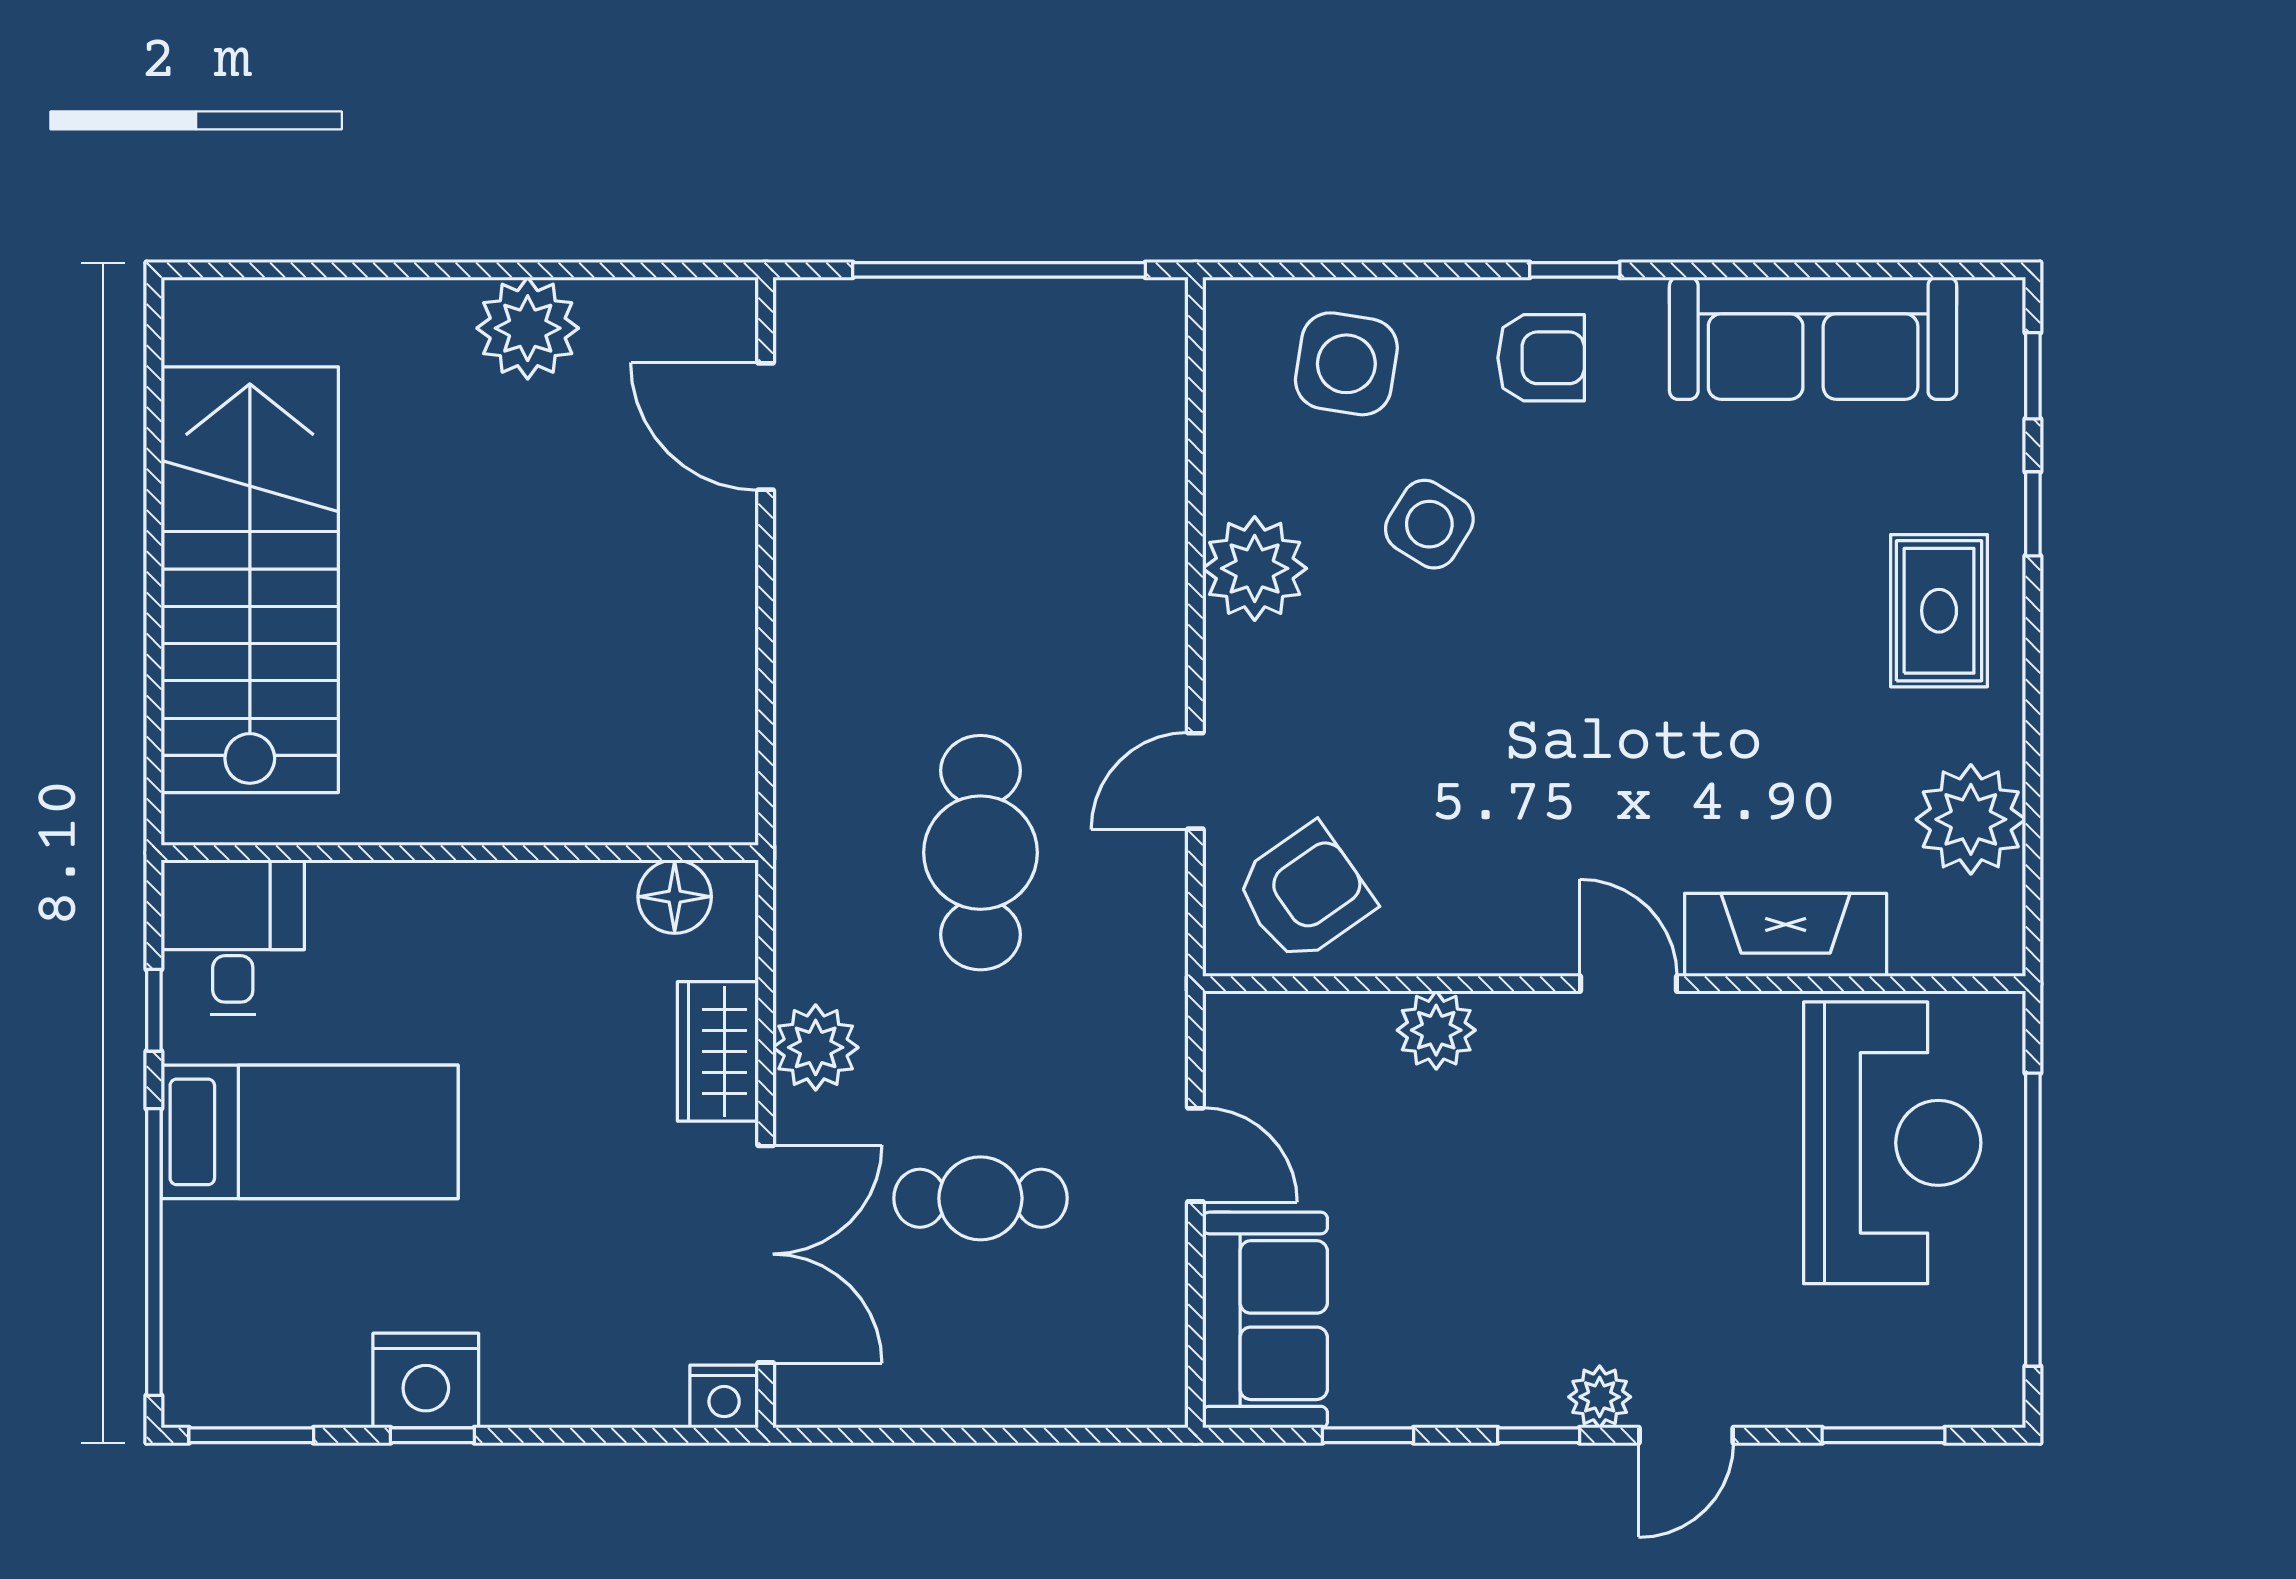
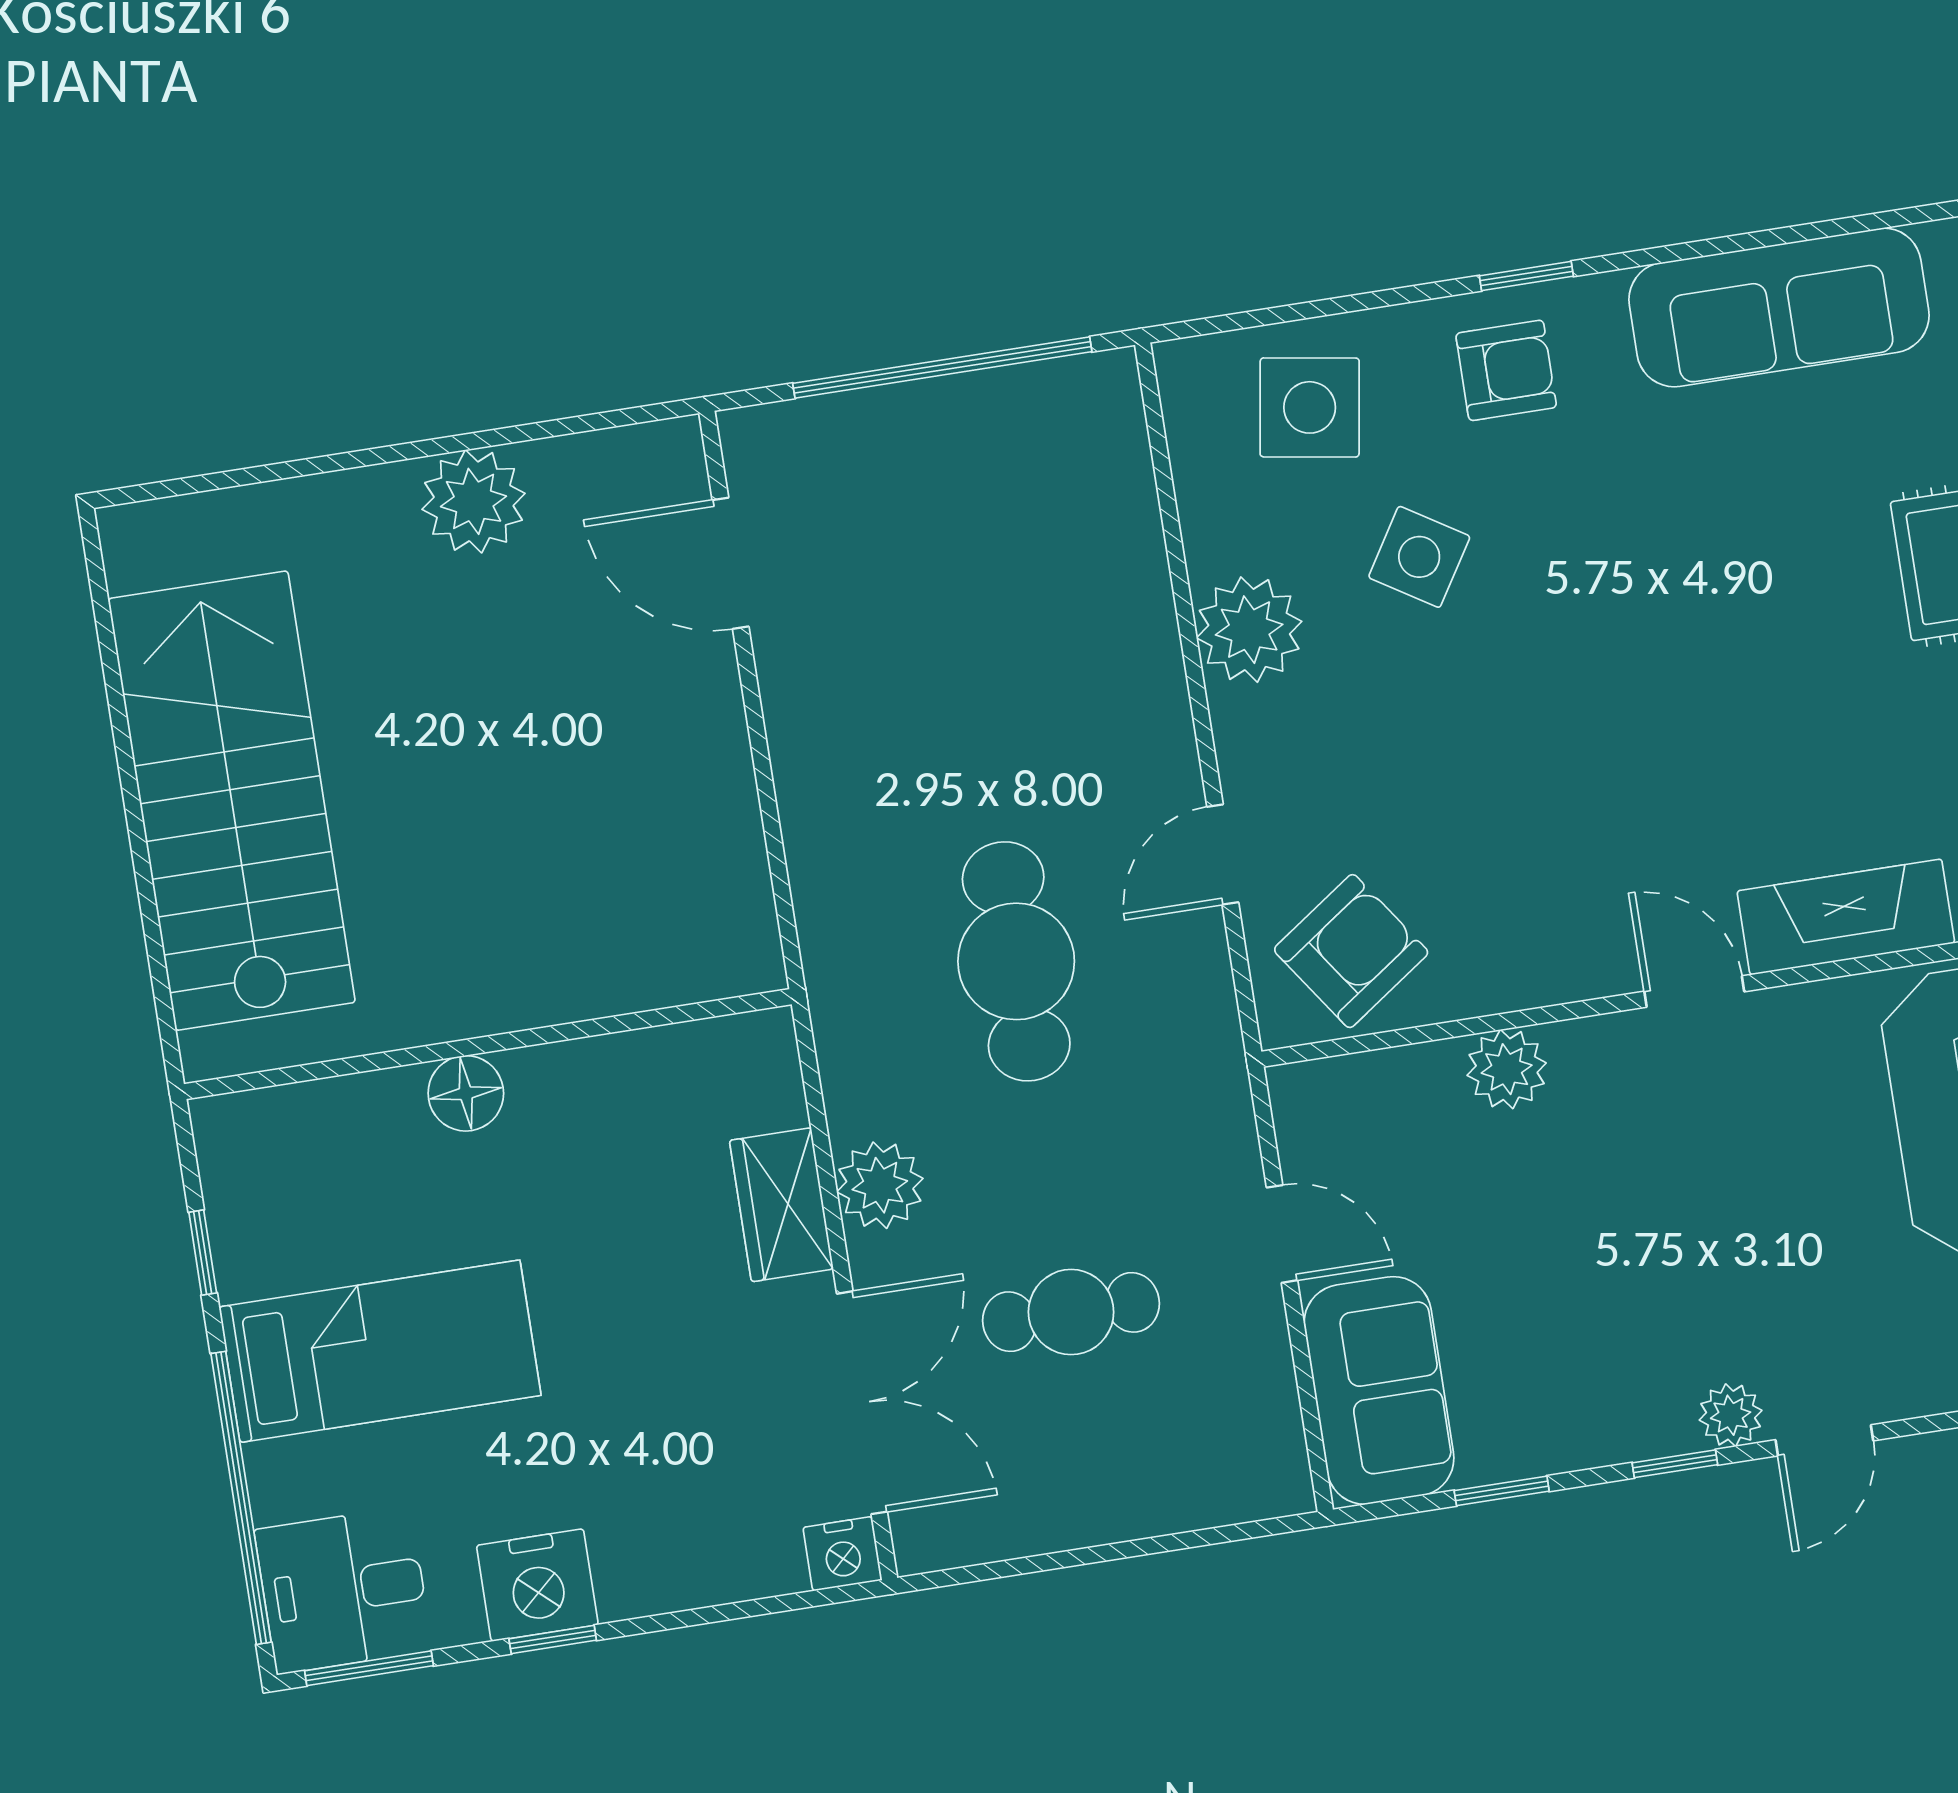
floor lamp: (675, 897) -> (466, 1093), moved
desk: (233, 937) -> (343, 1590), moved, turned -90

